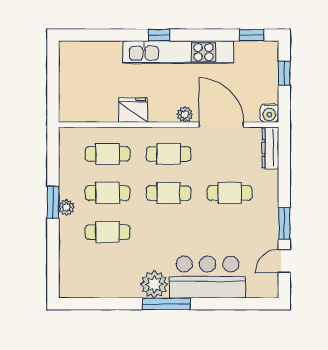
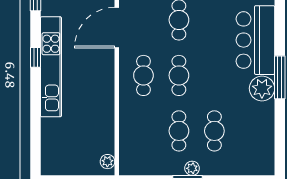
window: (159, 35) -> (35, 57), moved
fridge: (133, 110) -> (103, 108), removed
plant: (185, 114) -> (107, 162), moved
cafe table: (108, 154) -> (143, 131), removed

